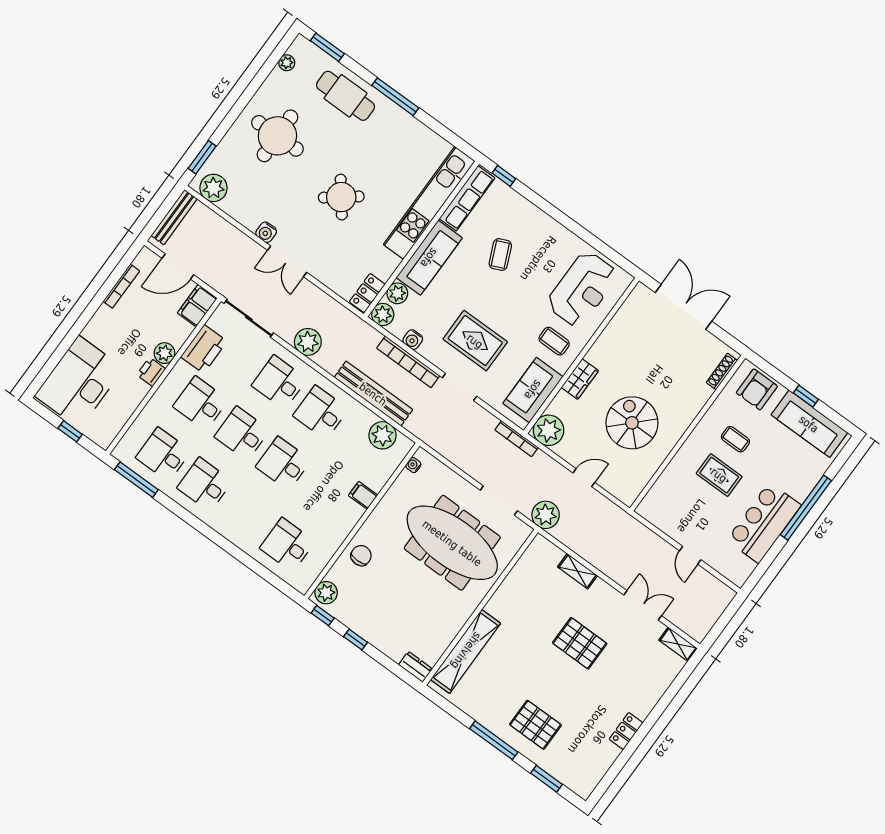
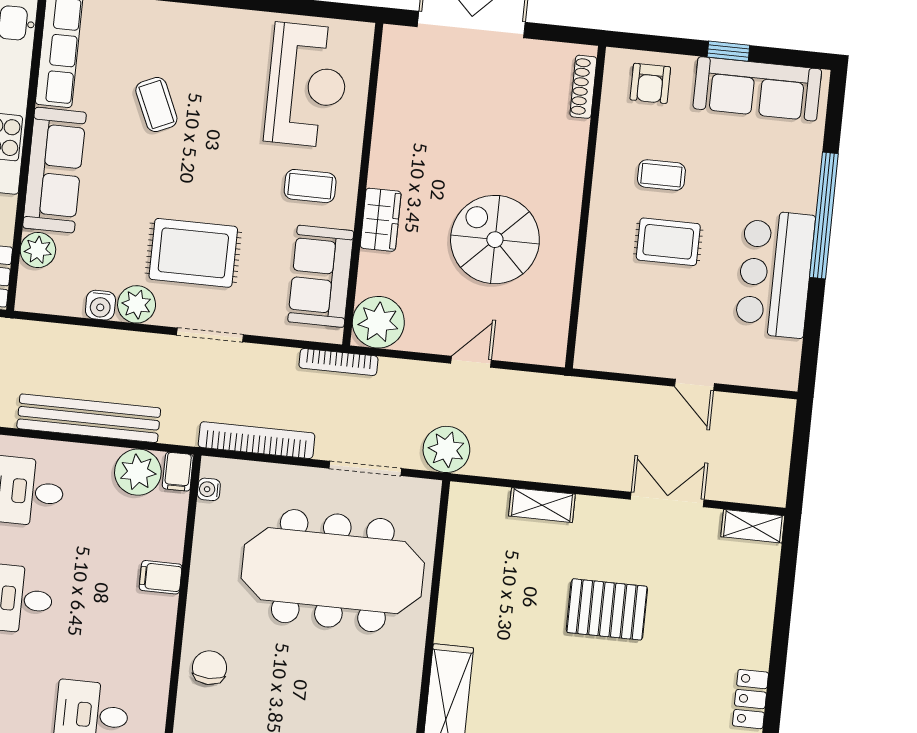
plant: (383, 315) -> (137, 304), moved
bookcase: (408, 362) -> (257, 440), moved, turned 180
armchair: (757, 389) -> (650, 83), width x0.72, depth x0.72
filing cabinet: (403, 447) -> (178, 472), added

